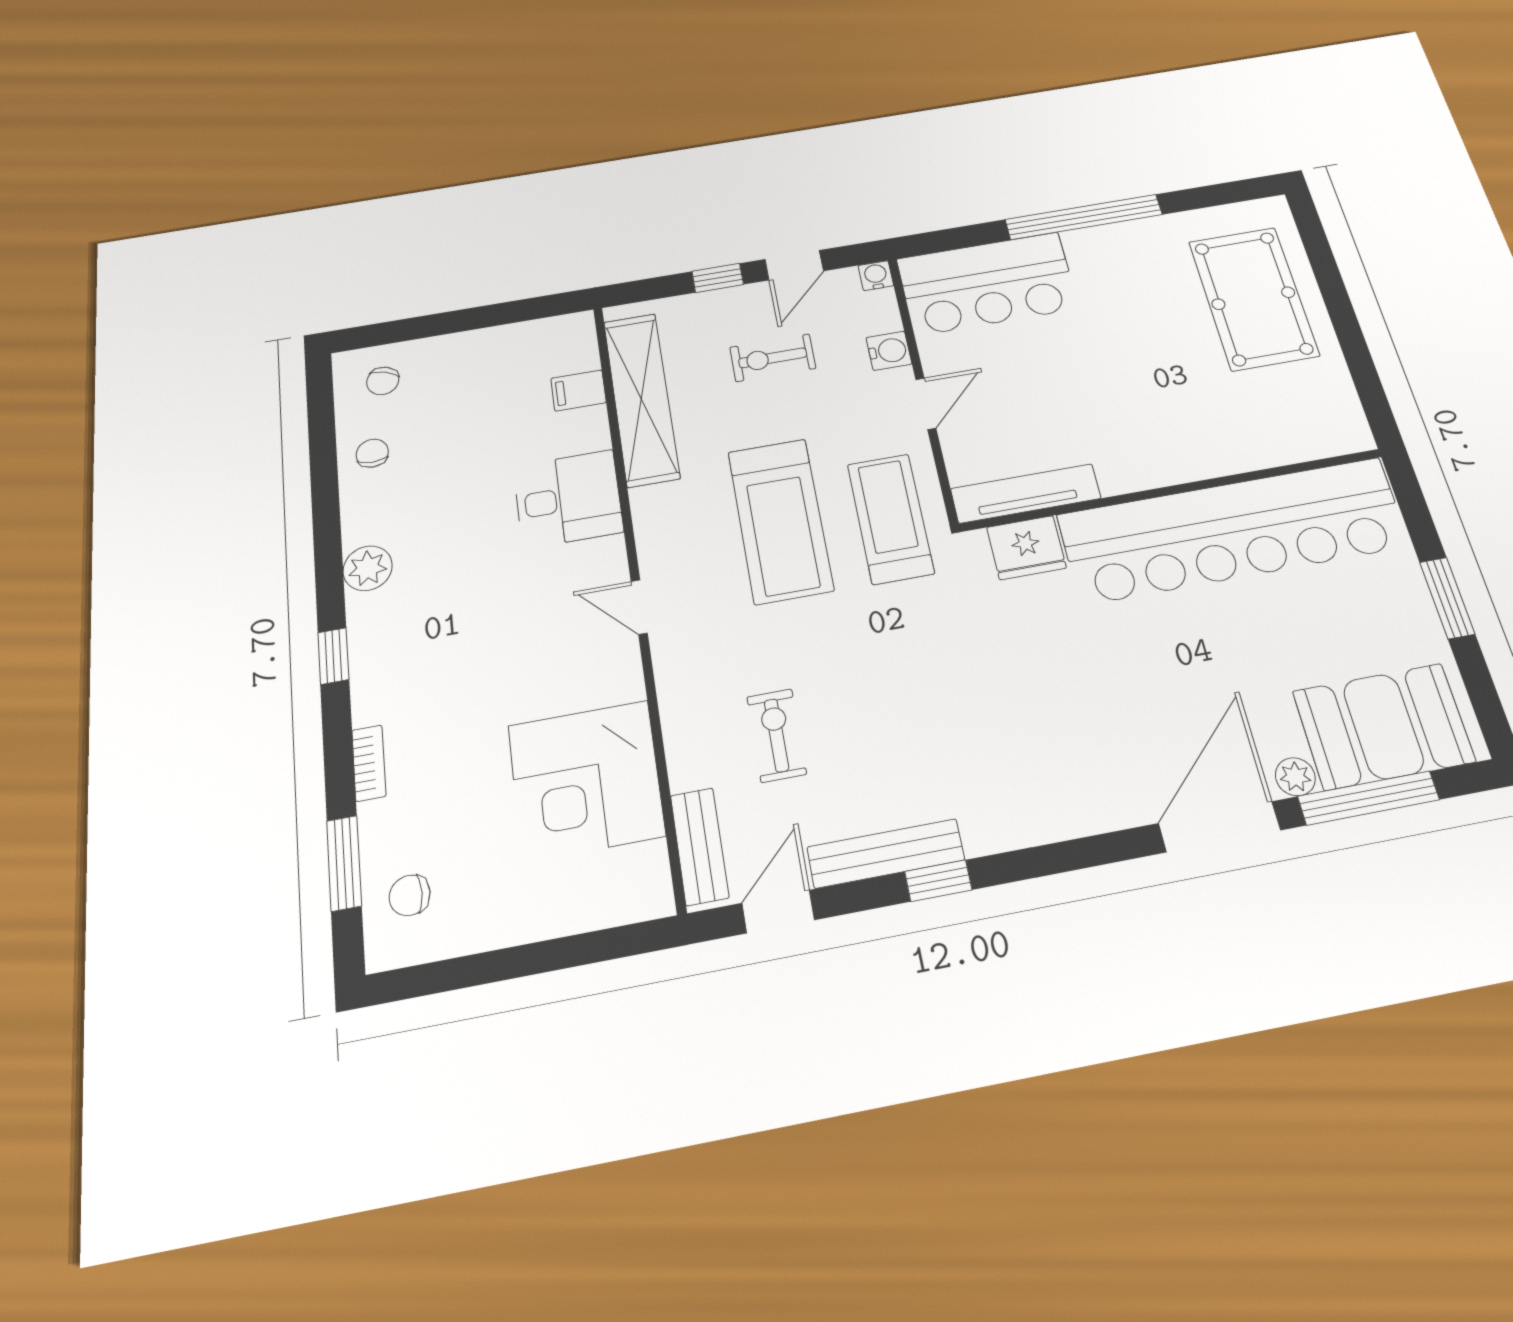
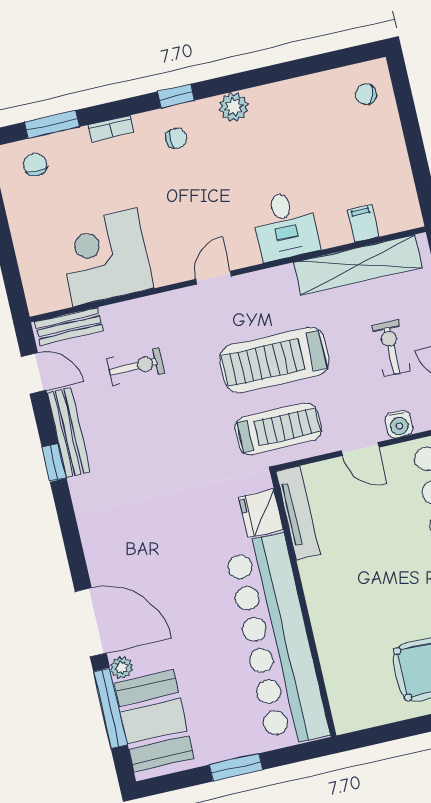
chair: (372, 453) -> (176, 138), moved

